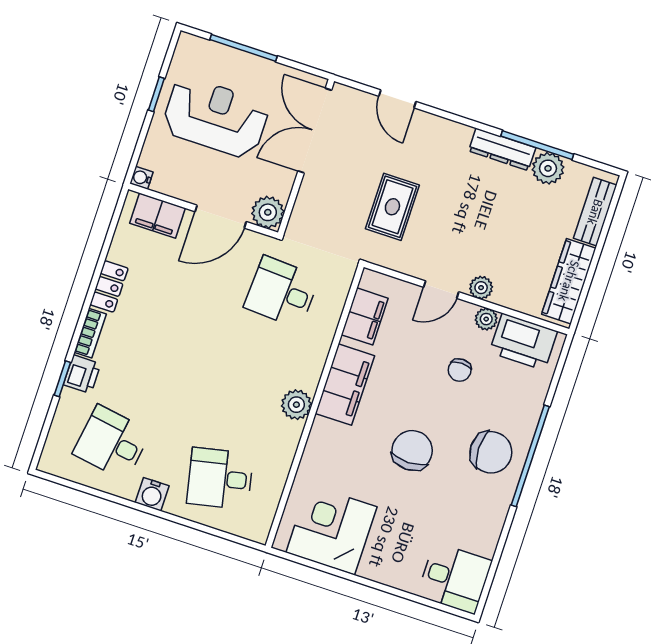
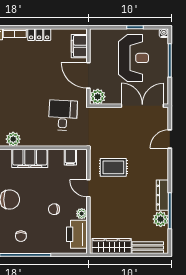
water cooler: (141, 178) -> (164, 33), moved
rug: (392, 207) -> (113, 167), moved
plant: (481, 288) -> (95, 206), removed
filing cabinet: (365, 316) -> (70, 157), width x0.50
chair: (491, 452) -> (21, 236), width x0.54, depth x0.54

